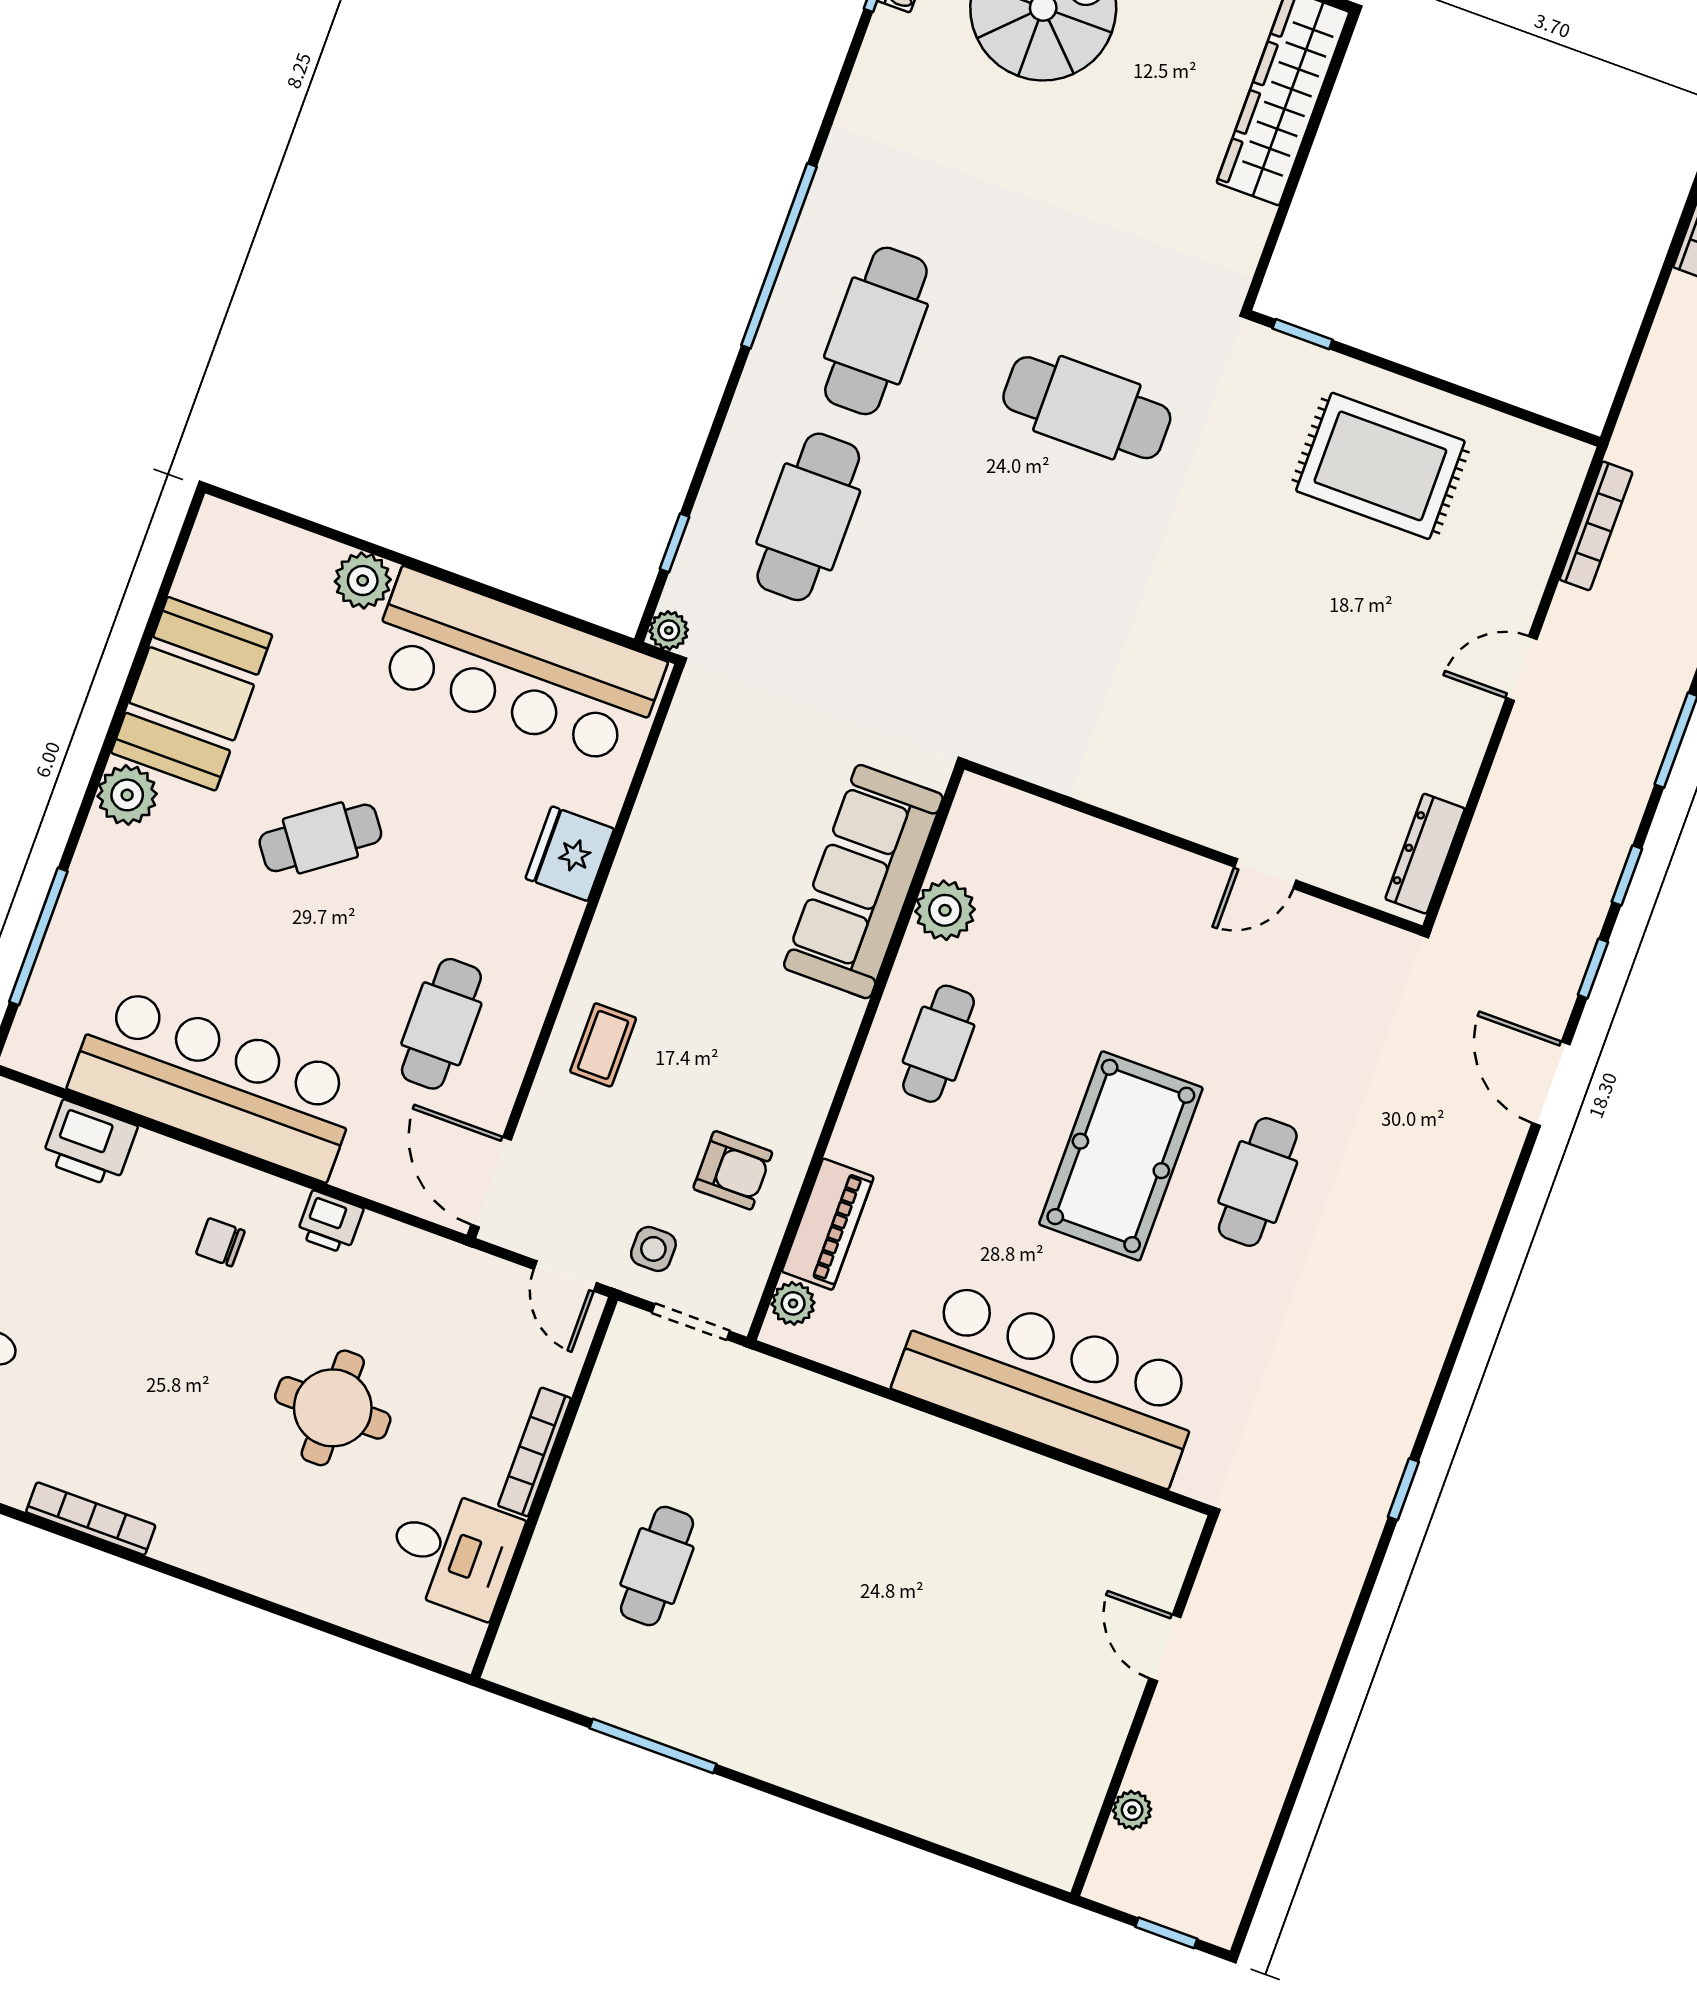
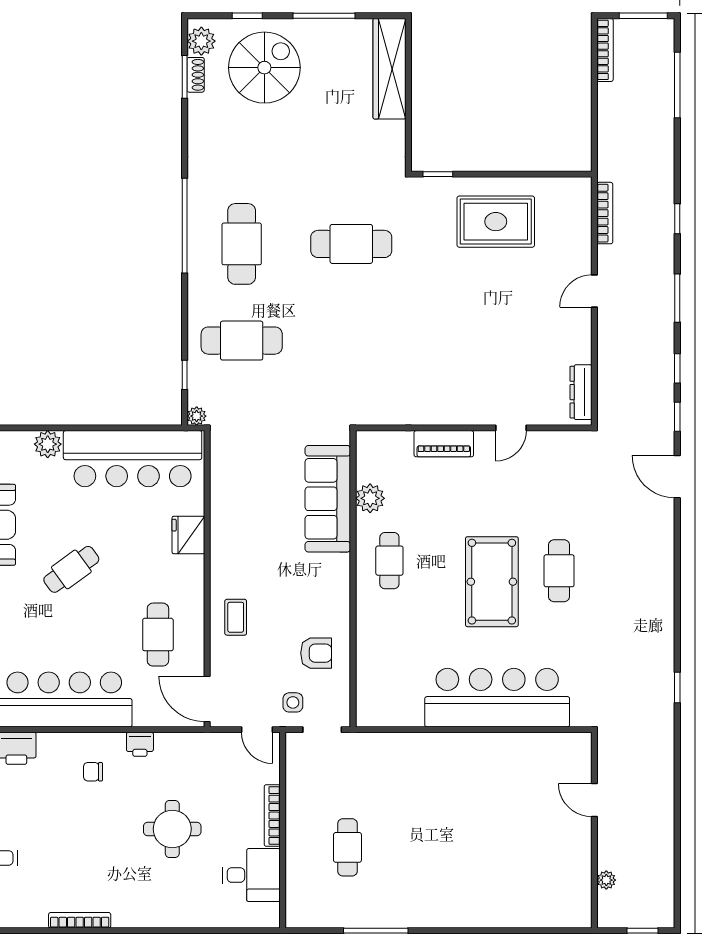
cafe table: (808, 517) -> (242, 341), turned 90
piano: (828, 1224) -> (444, 444), moved, turned 90
plant: (793, 1303) -> (366, 704), removed

